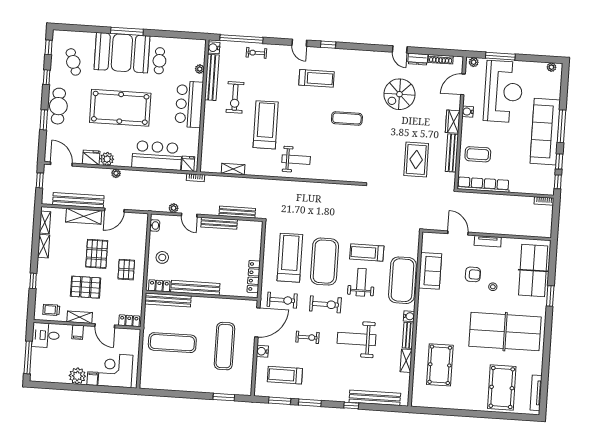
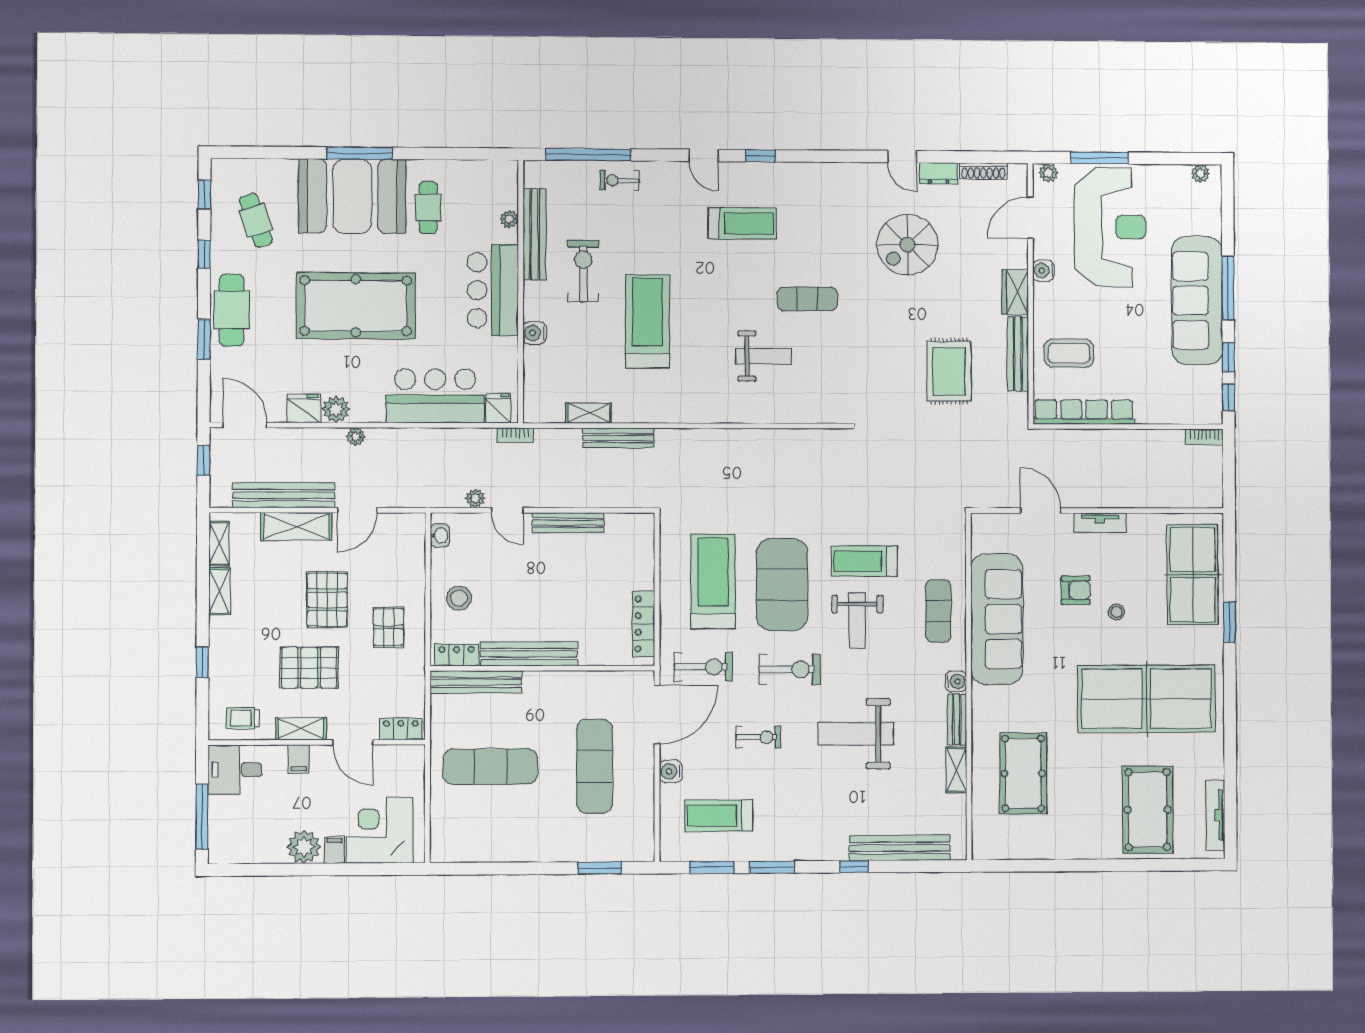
water cooler: (214, 48) -> (534, 333), moved
exercise bike: (235, 97) -> (583, 271), turned 180
weight bench: (296, 160) -> (764, 356), moved
bench: (237, 212) -> (619, 438), moved
sofa: (430, 271) -> (997, 619), width x1.85, depth x1.27
exercise mat: (402, 280) -> (938, 611), width x0.50, depth x0.69
weight bench: (361, 282) -> (857, 621), turned 180

